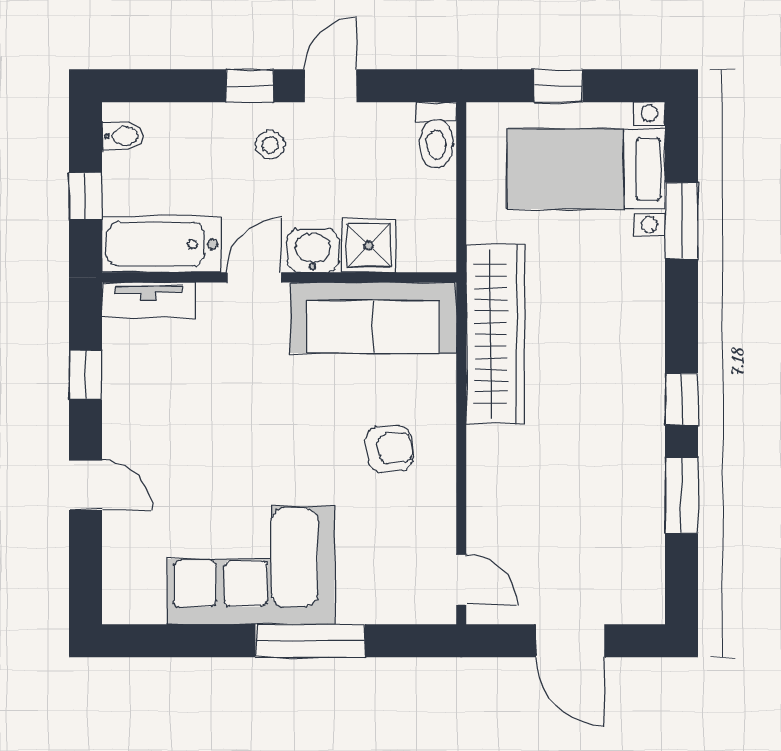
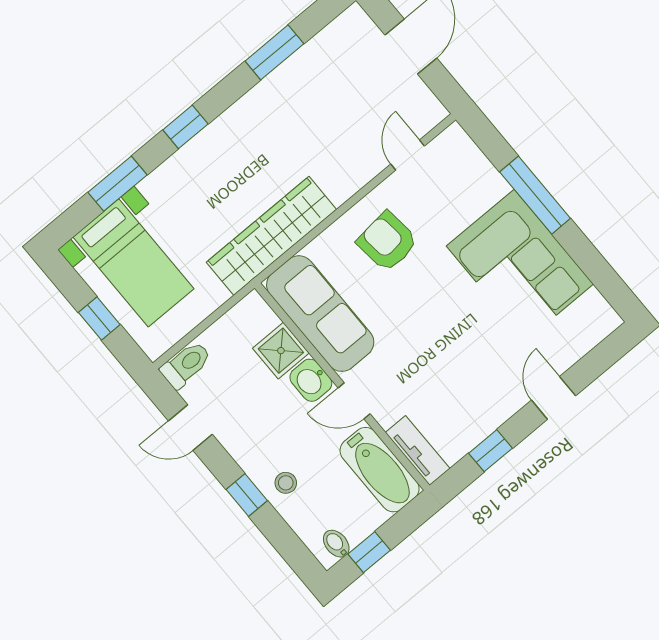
door: (331, 86) -> (190, 428), moved
stool: (270, 145) -> (286, 483), moved
window: (85, 196) -> (369, 552), moved
window: (681, 399) -> (185, 127), moved
armchair: (390, 449) -> (387, 242), width x1.38, depth x1.38
door: (461, 580) -> (408, 155), moved

